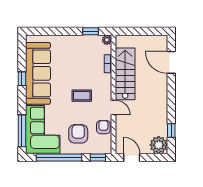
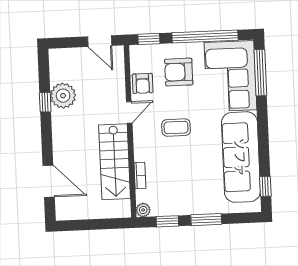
window: (64, 31) -> (206, 220), added
window: (22, 79) -> (265, 186), moved
door: (114, 107) -> (129, 112), swing flipped
window: (171, 130) -> (45, 102), moved
armchair: (78, 134) -> (179, 72), turned 90
plant: (159, 145) -> (63, 96), moved

